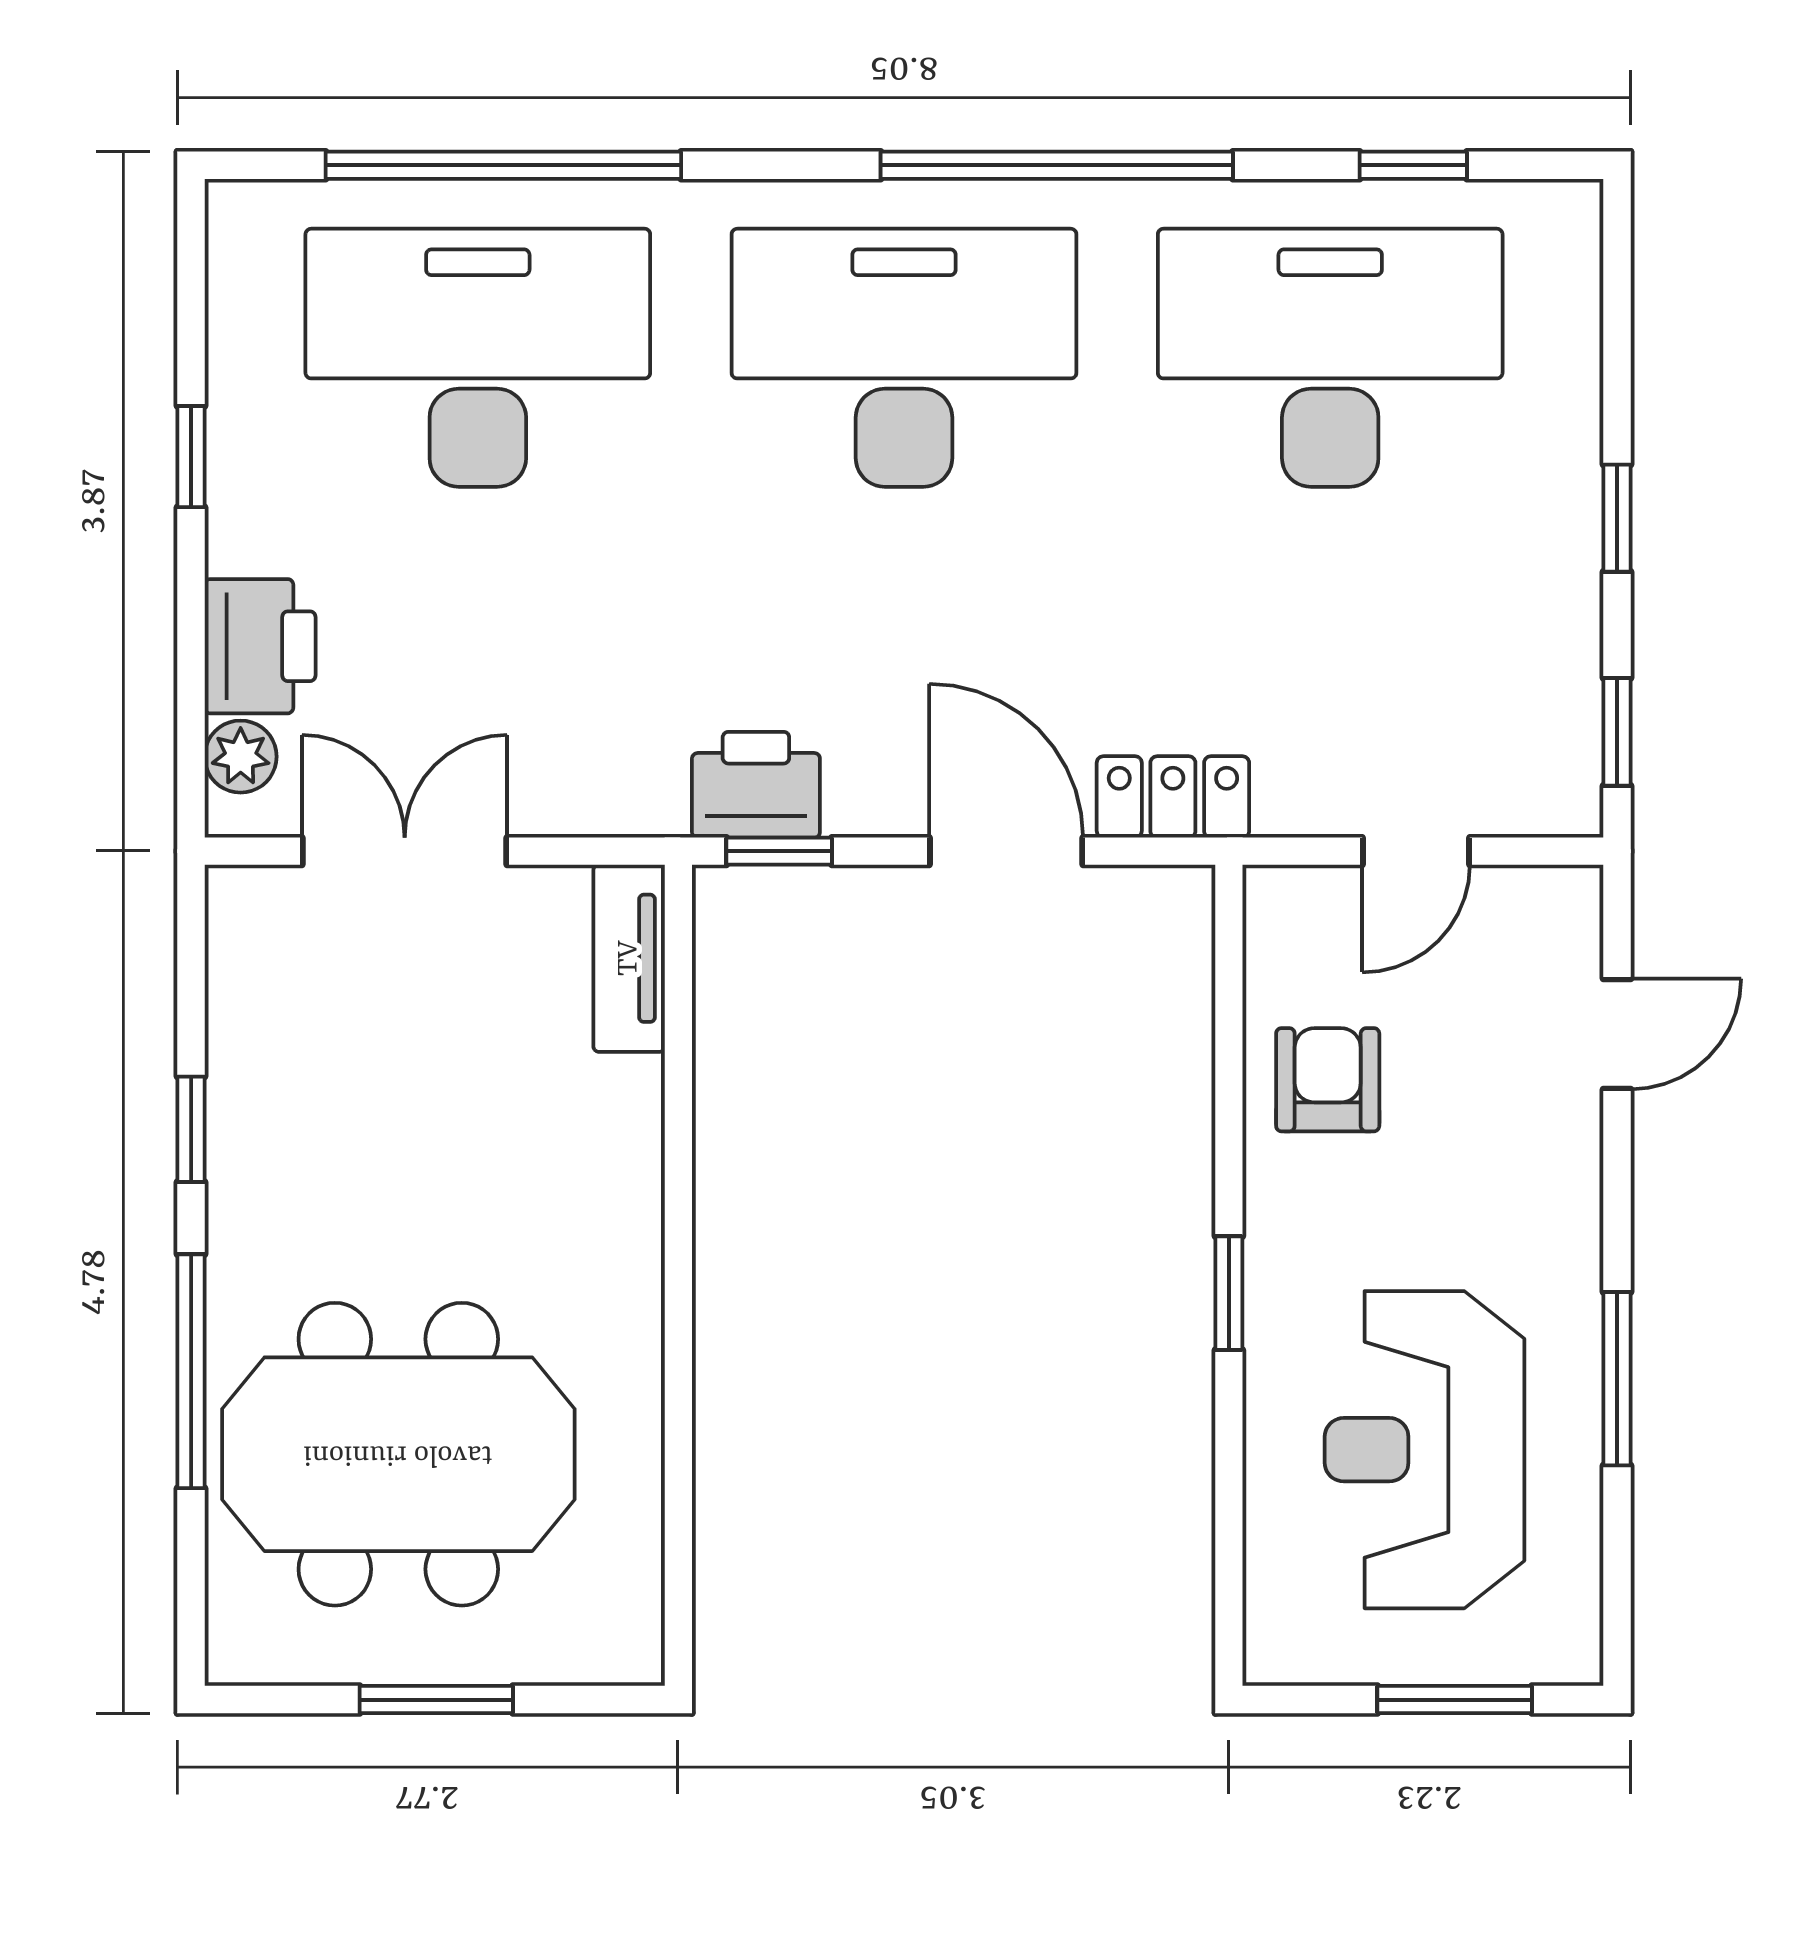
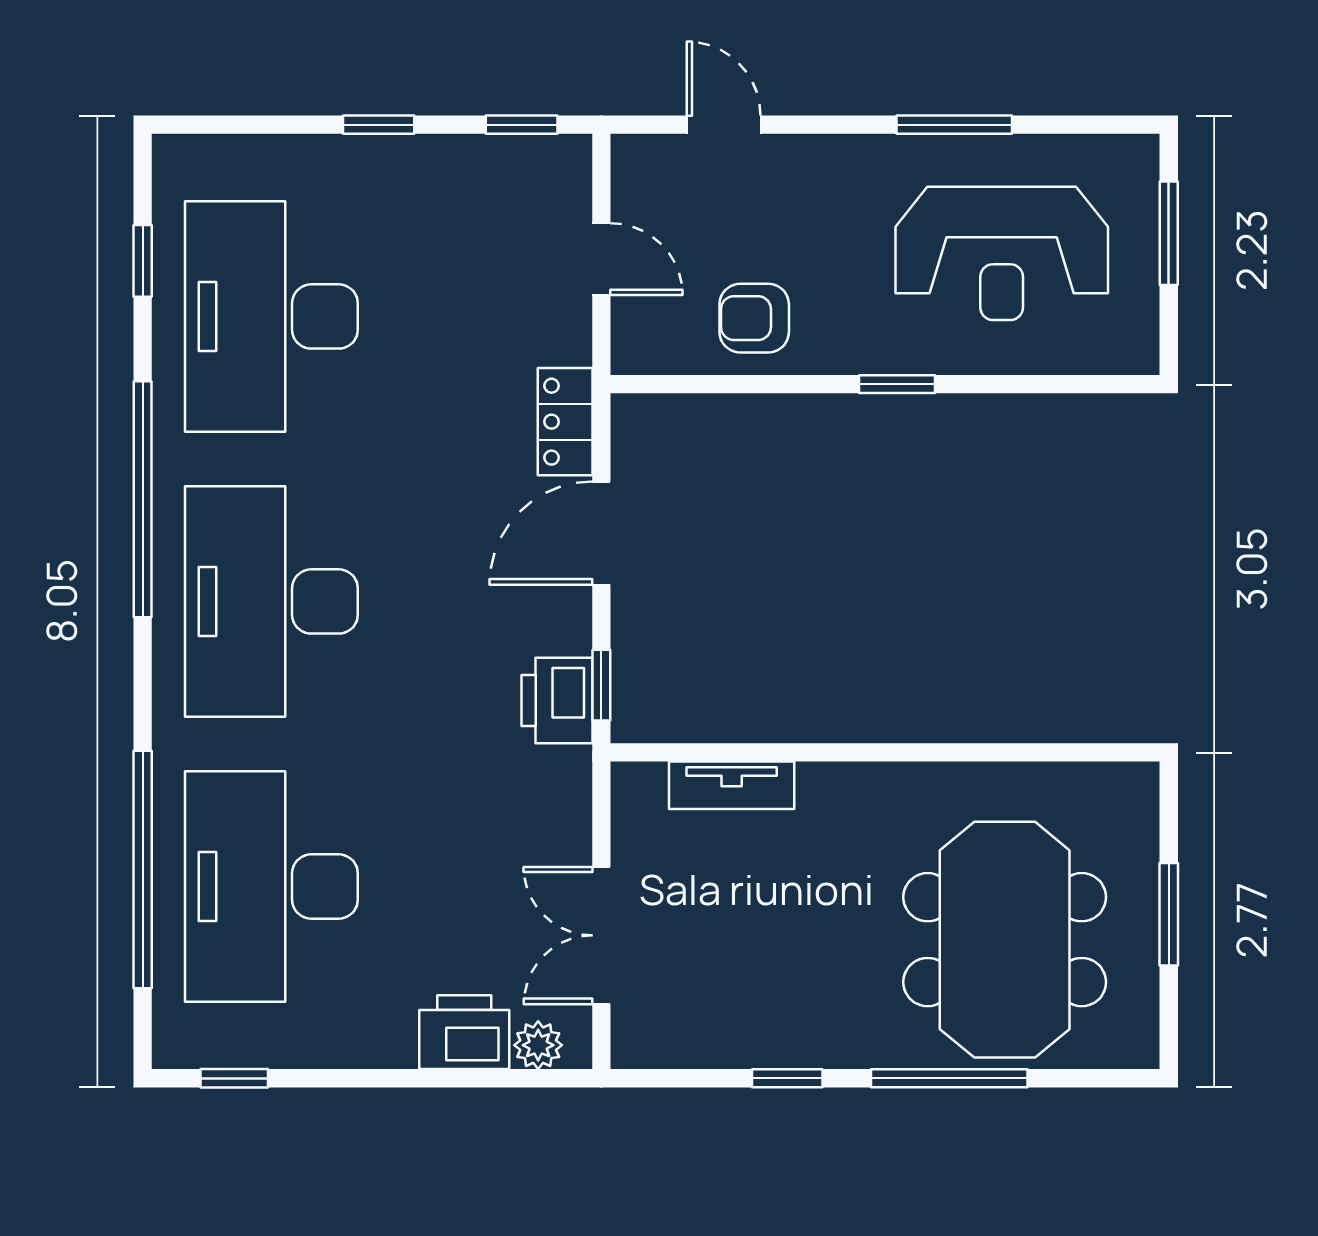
window: (191, 457) -> (234, 1078), moved
tv unit: (629, 958) -> (732, 785), moved

